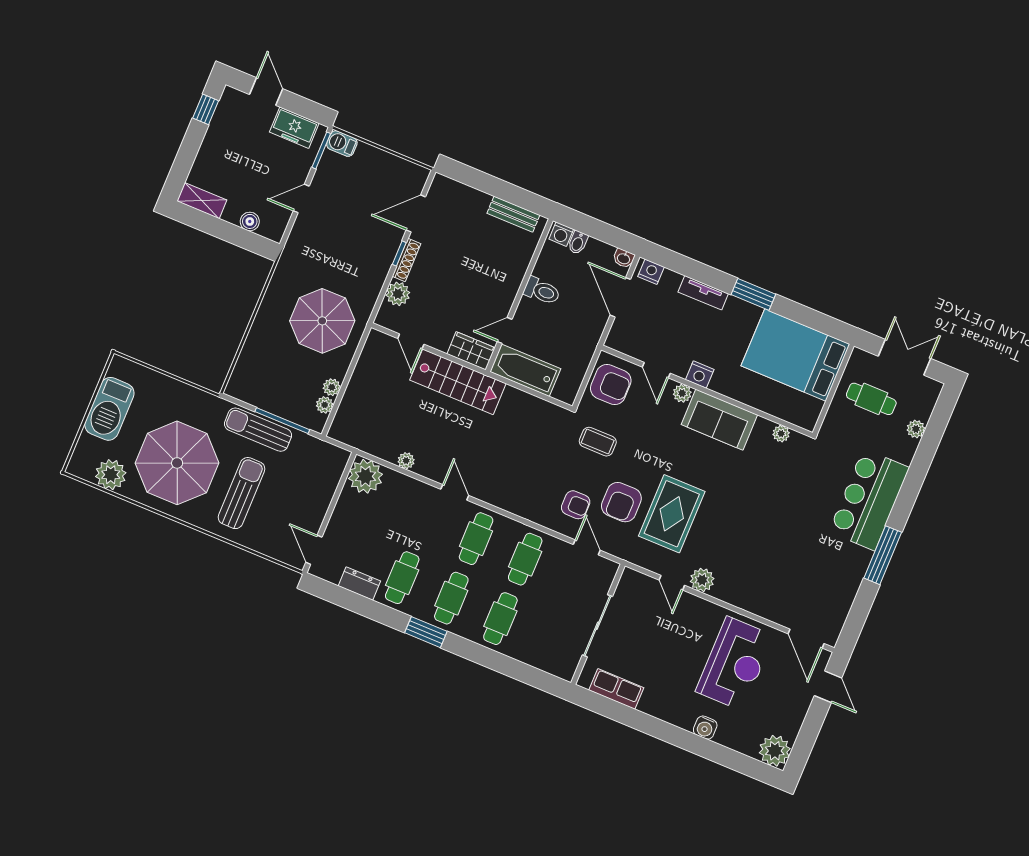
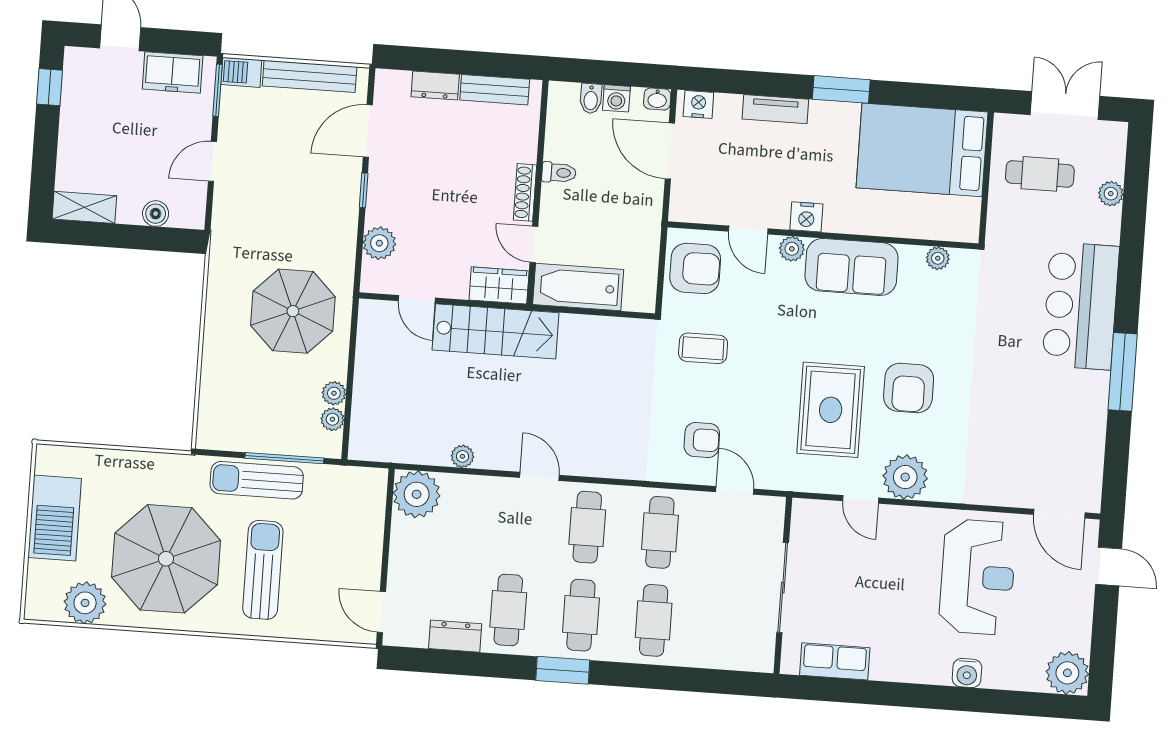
bench: (388, 162) -> (310, 76), added
dresser: (473, 198) -> (435, 85), added
washing machine: (561, 234) -> (616, 98), moved
shoe rack: (406, 260) -> (525, 192), moved, turned 180
toilet: (542, 291) -> (559, 173), width x0.73, depth x0.72
door: (505, 330) -> (534, 244), hinge flipped
armchair: (621, 502) -> (909, 388), moved
plant: (702, 580) -> (905, 477), width x1.36, depth x1.36

